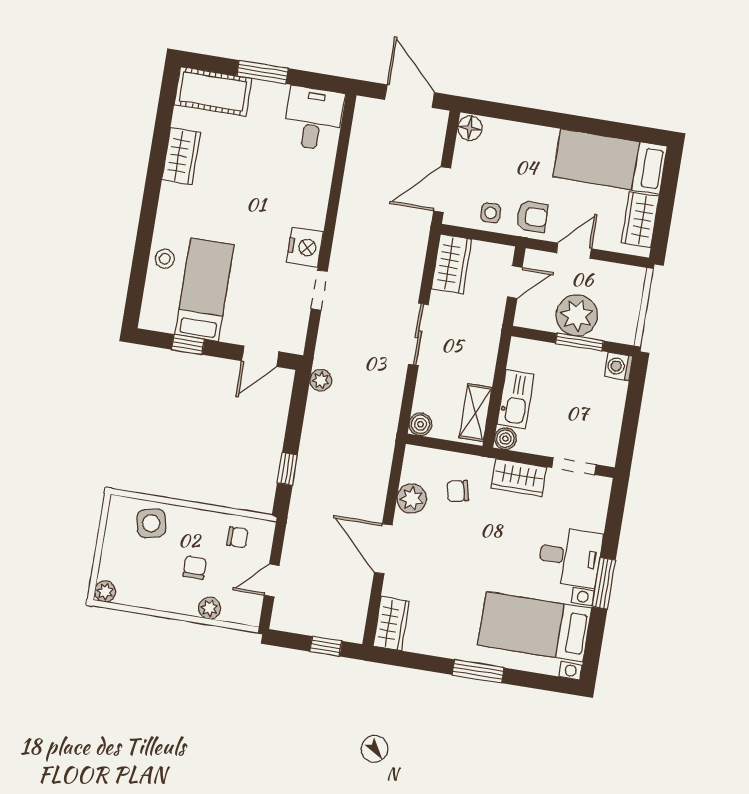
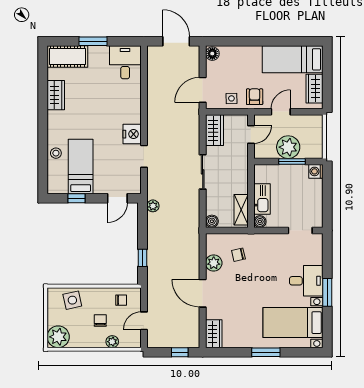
armchair: (532, 217) -> (255, 97), turned -90
wardrobe: (519, 478) -> (271, 242), removed
plant: (105, 591) -> (58, 337), width x1.88, depth x1.88

